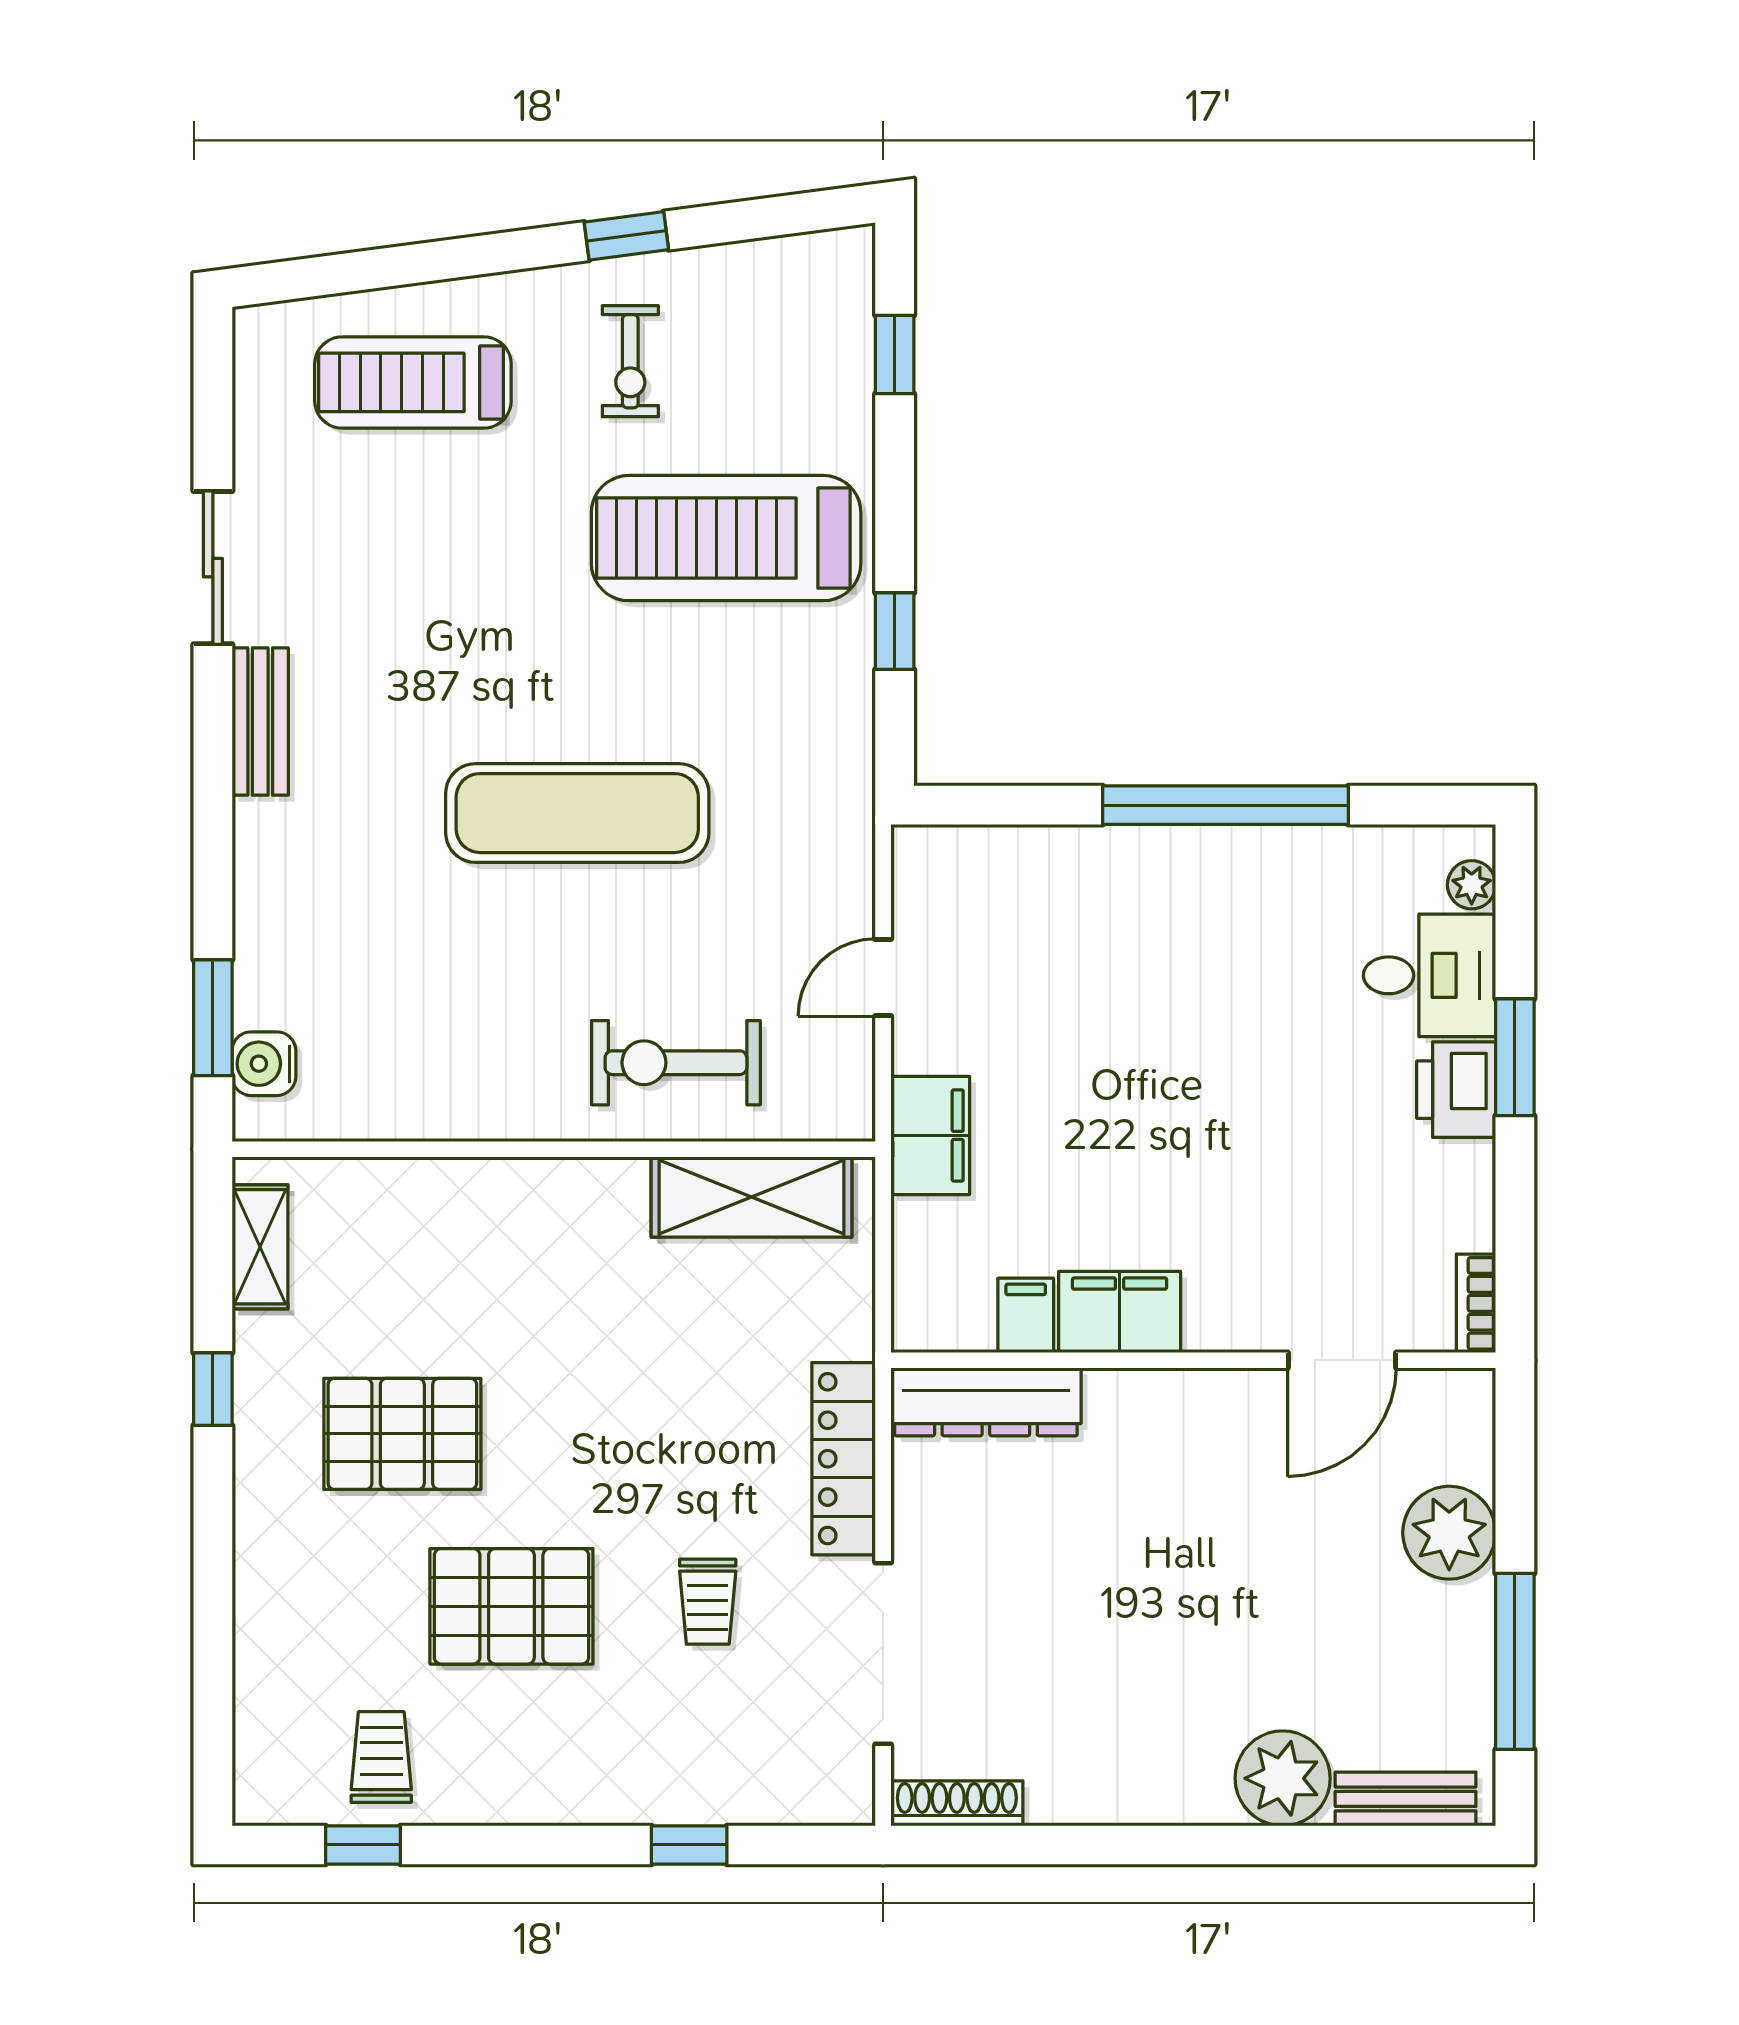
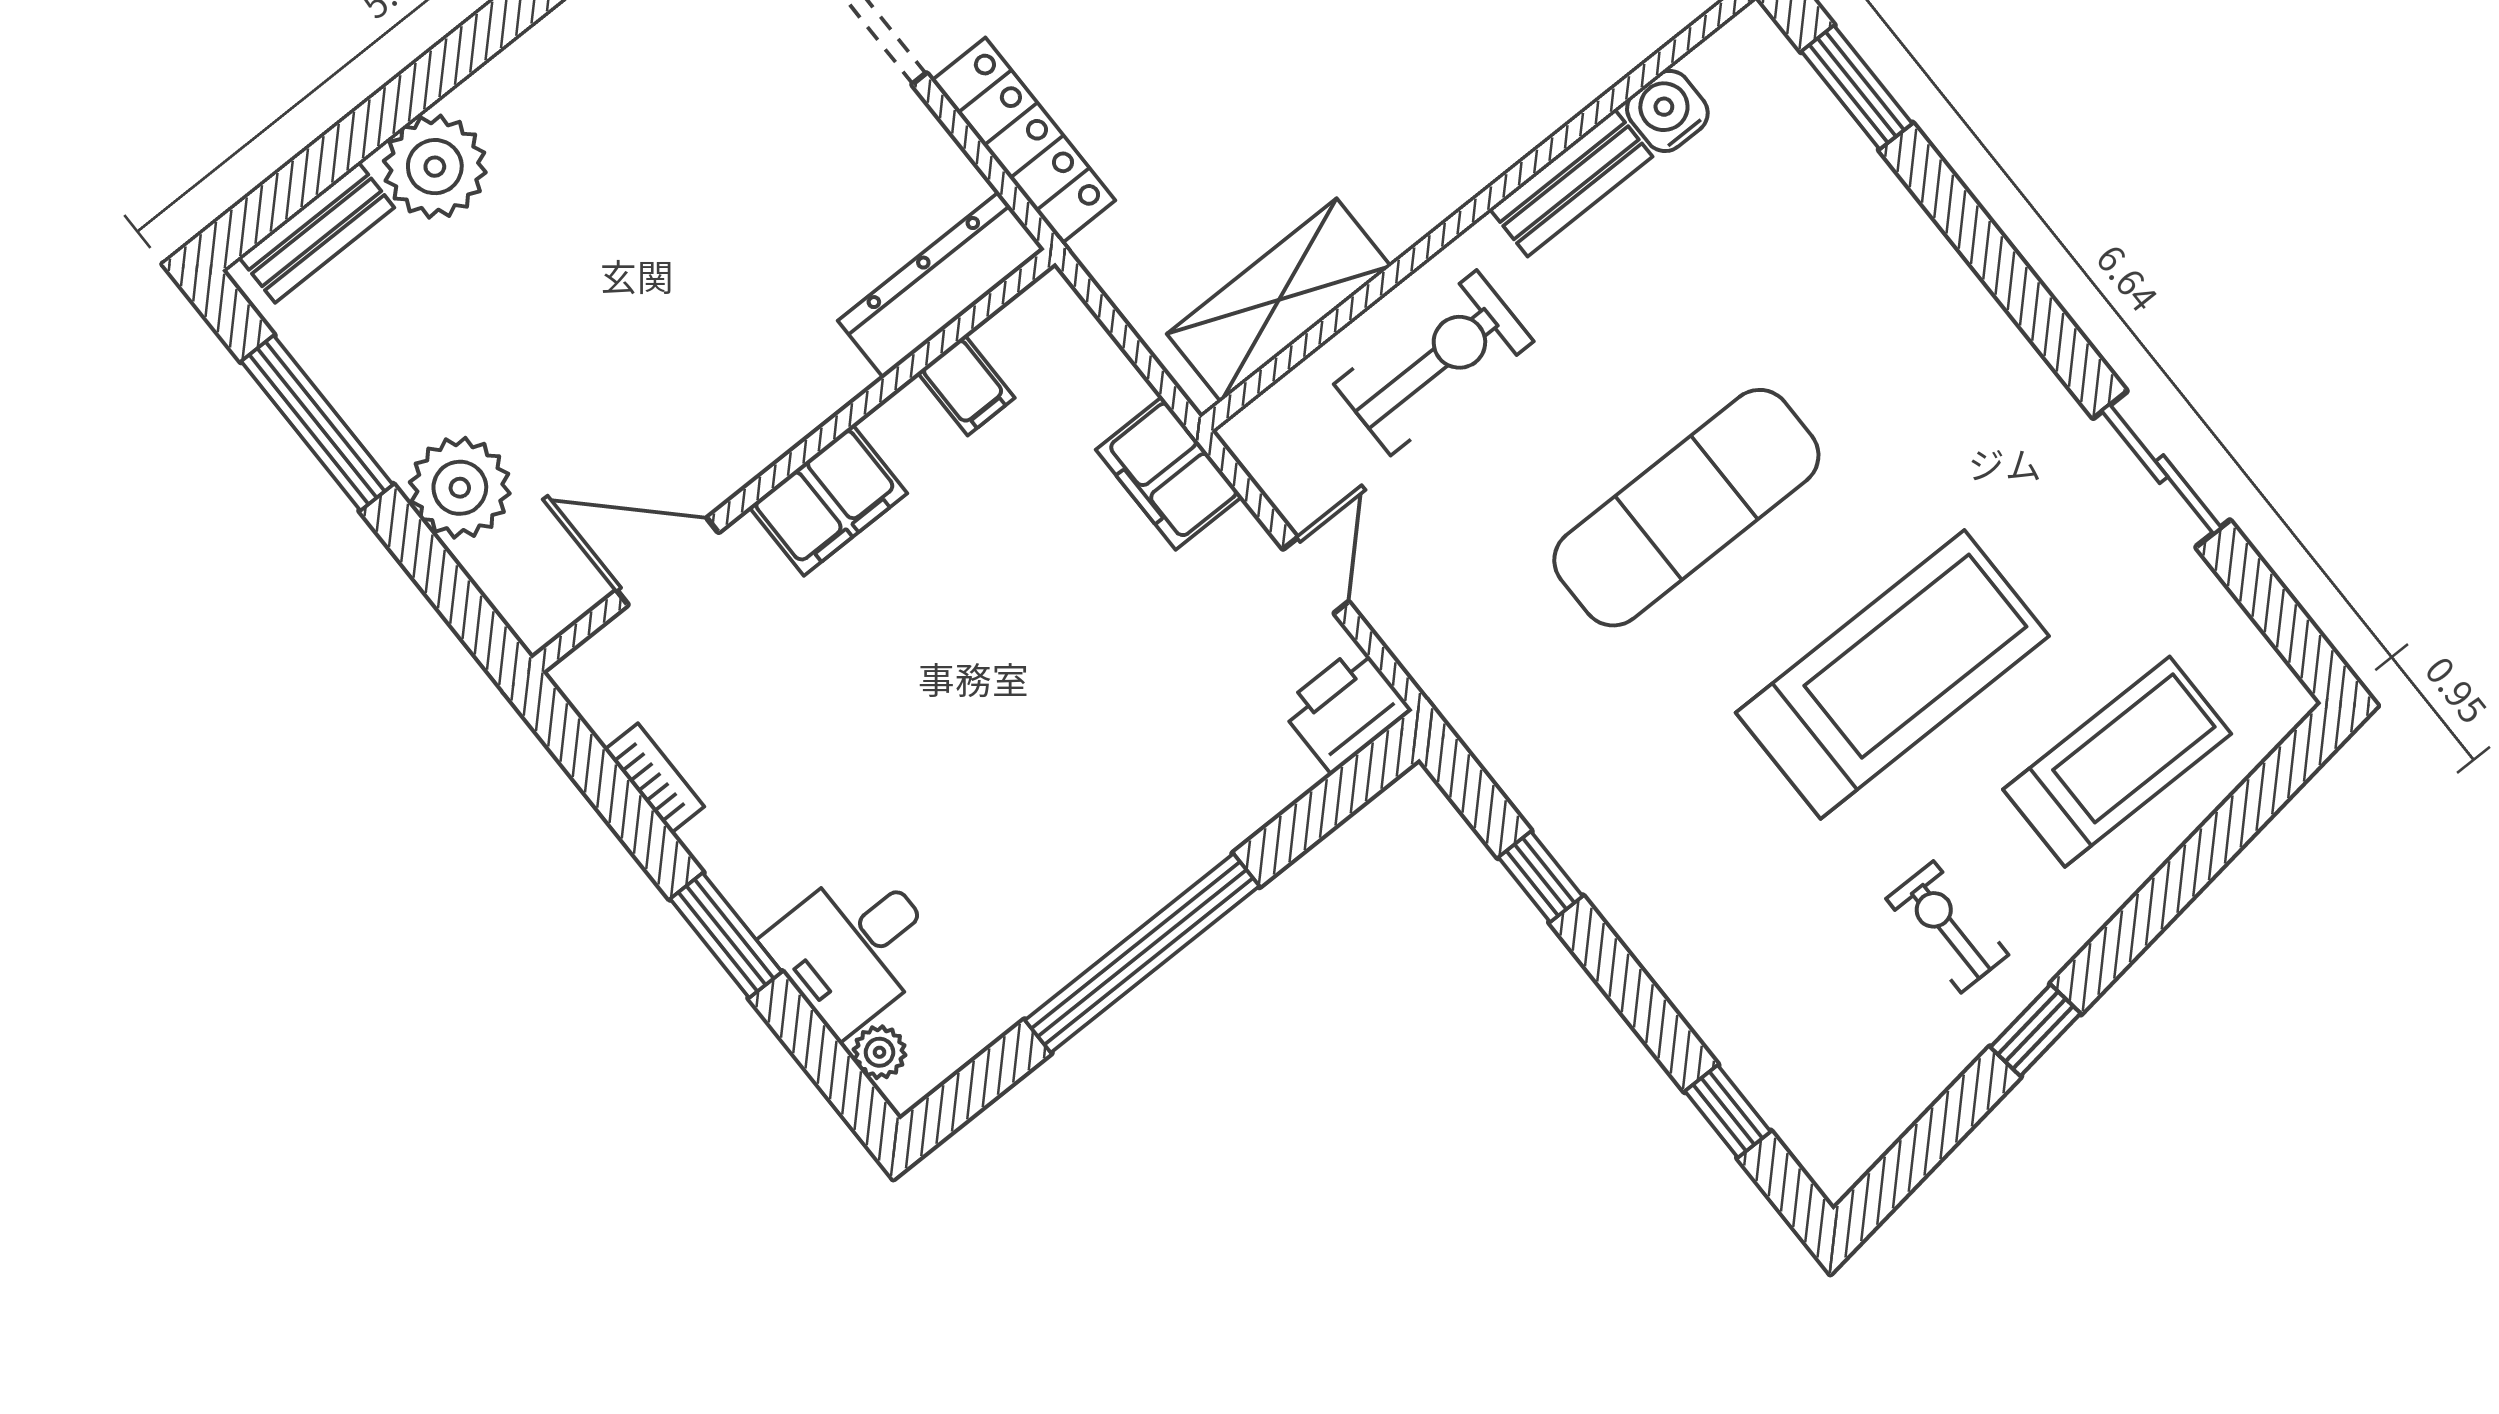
treadmill: (726, 538) -> (1892, 674), moved
bench: (260, 721) -> (1571, 183), moved, turned 90
water cooler: (264, 1064) -> (1667, 111), moved, turned -90
printer: (1456, 1090) -> (1346, 709), moved, turned -90
bookcase: (1476, 1303) -> (654, 778), moved
filing cabinet: (1120, 1312) -> (828, 500), moved
door: (1342, 1360) -> (667, 561), hinge flipped

